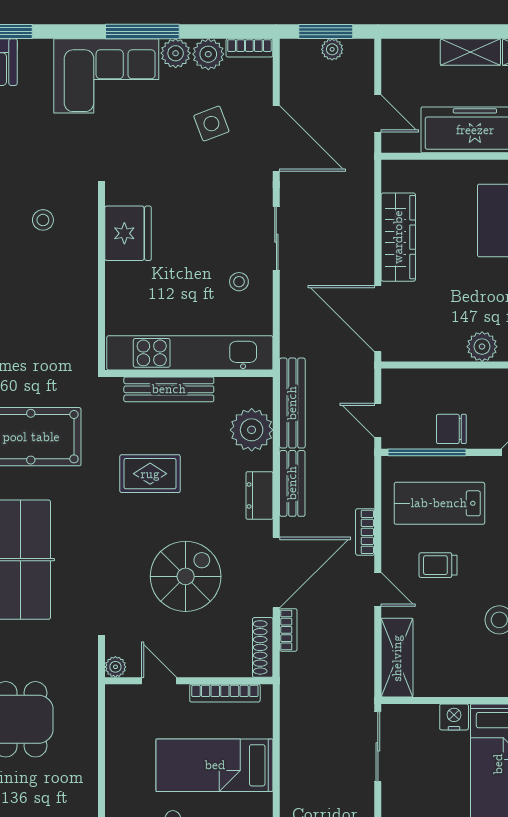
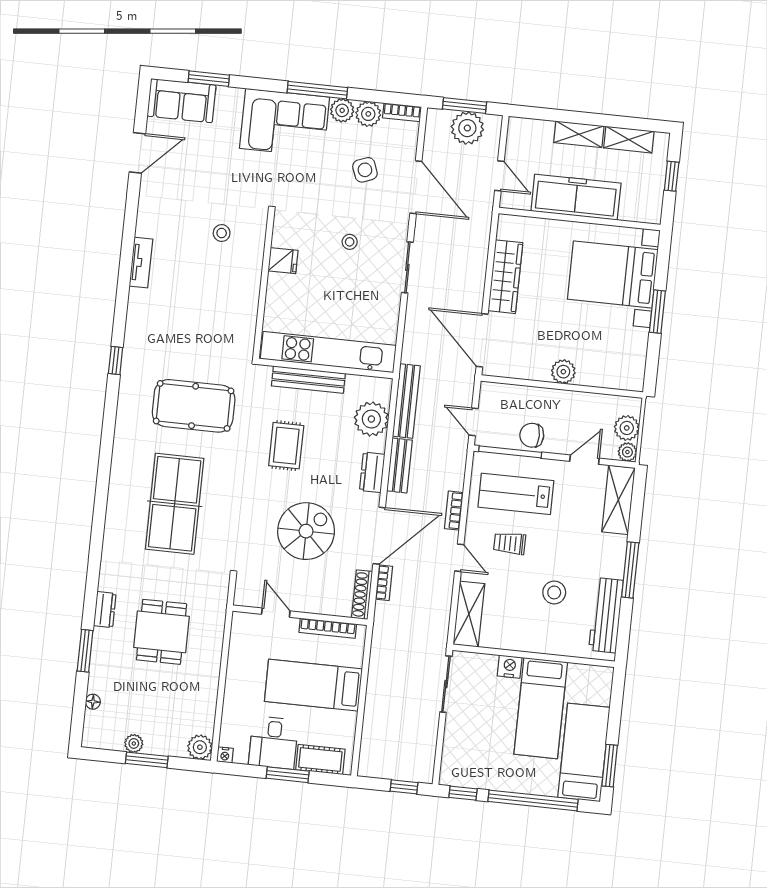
plant: (332, 49) -> (467, 128), width x1.87, depth x1.87
fridge: (128, 233) -> (283, 261), width x0.53, depth x0.75
stool: (239, 282) -> (350, 242), moved
rug: (150, 474) -> (286, 446), turned 90
plant: (115, 667) -> (242, 598), removed

